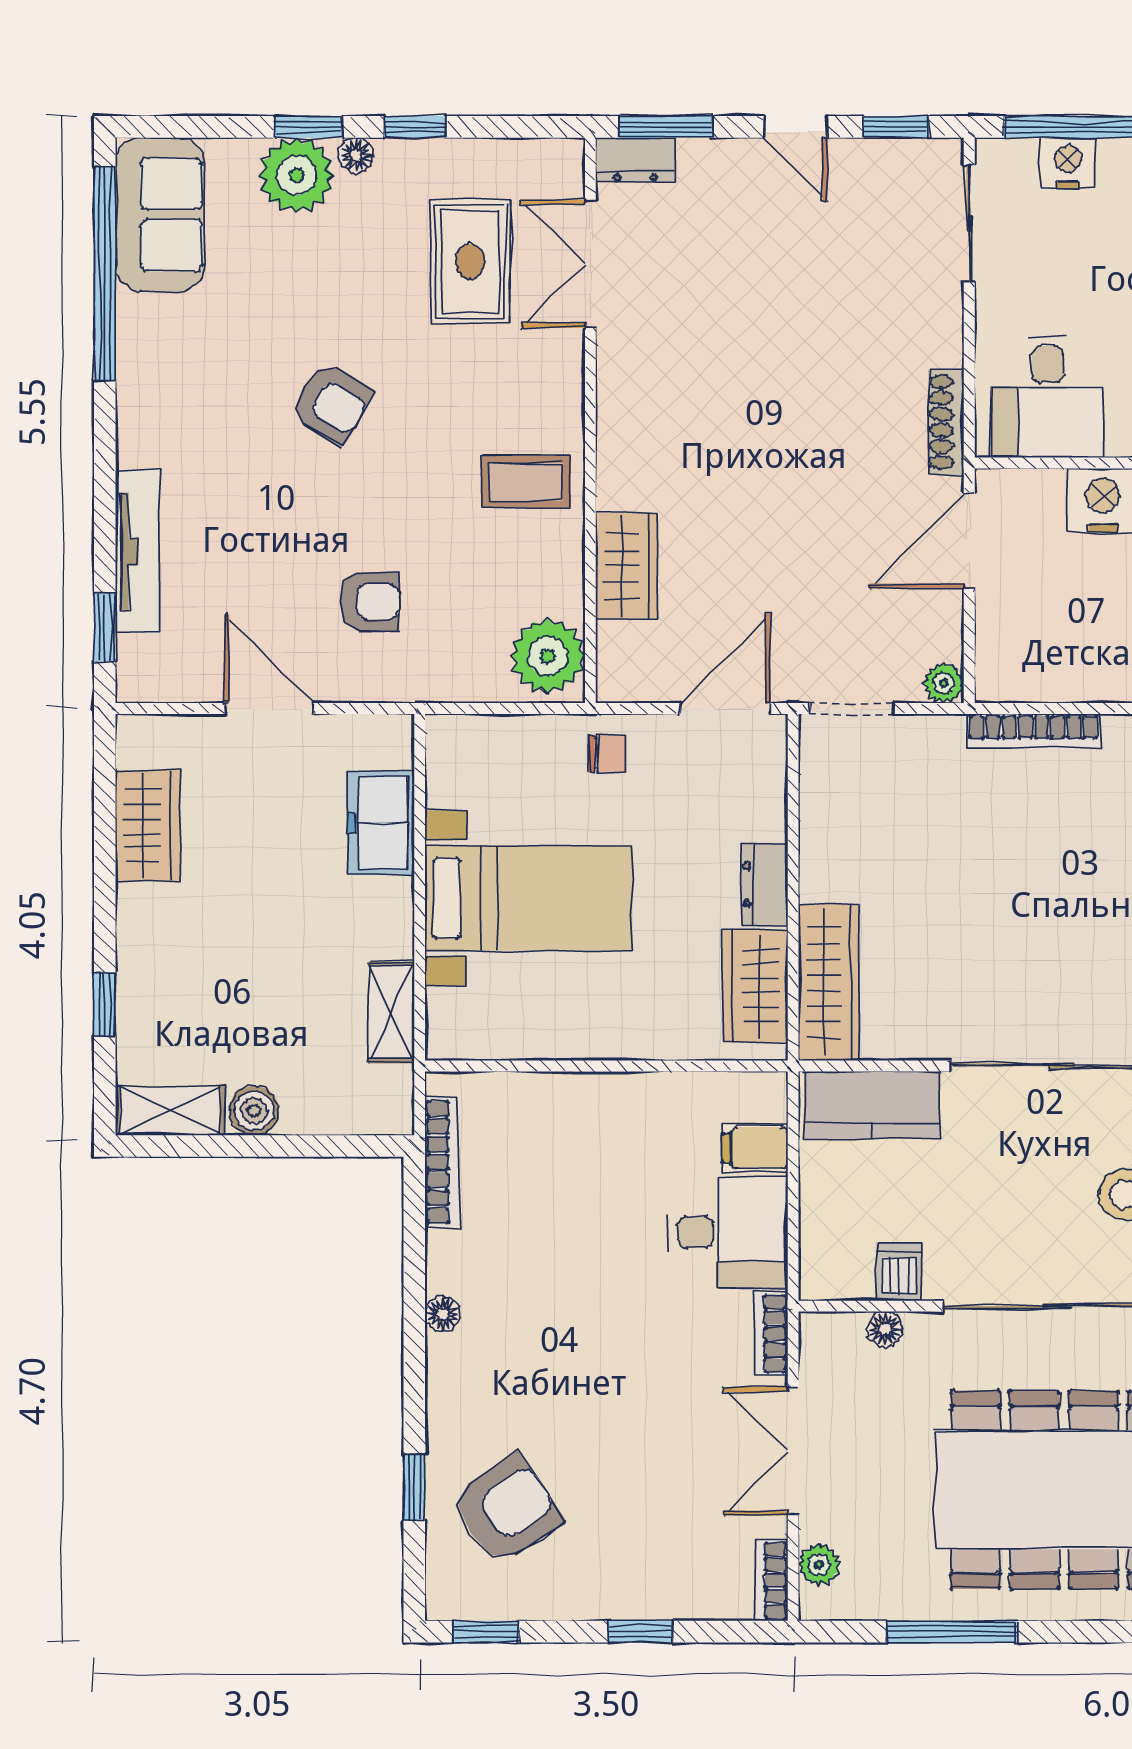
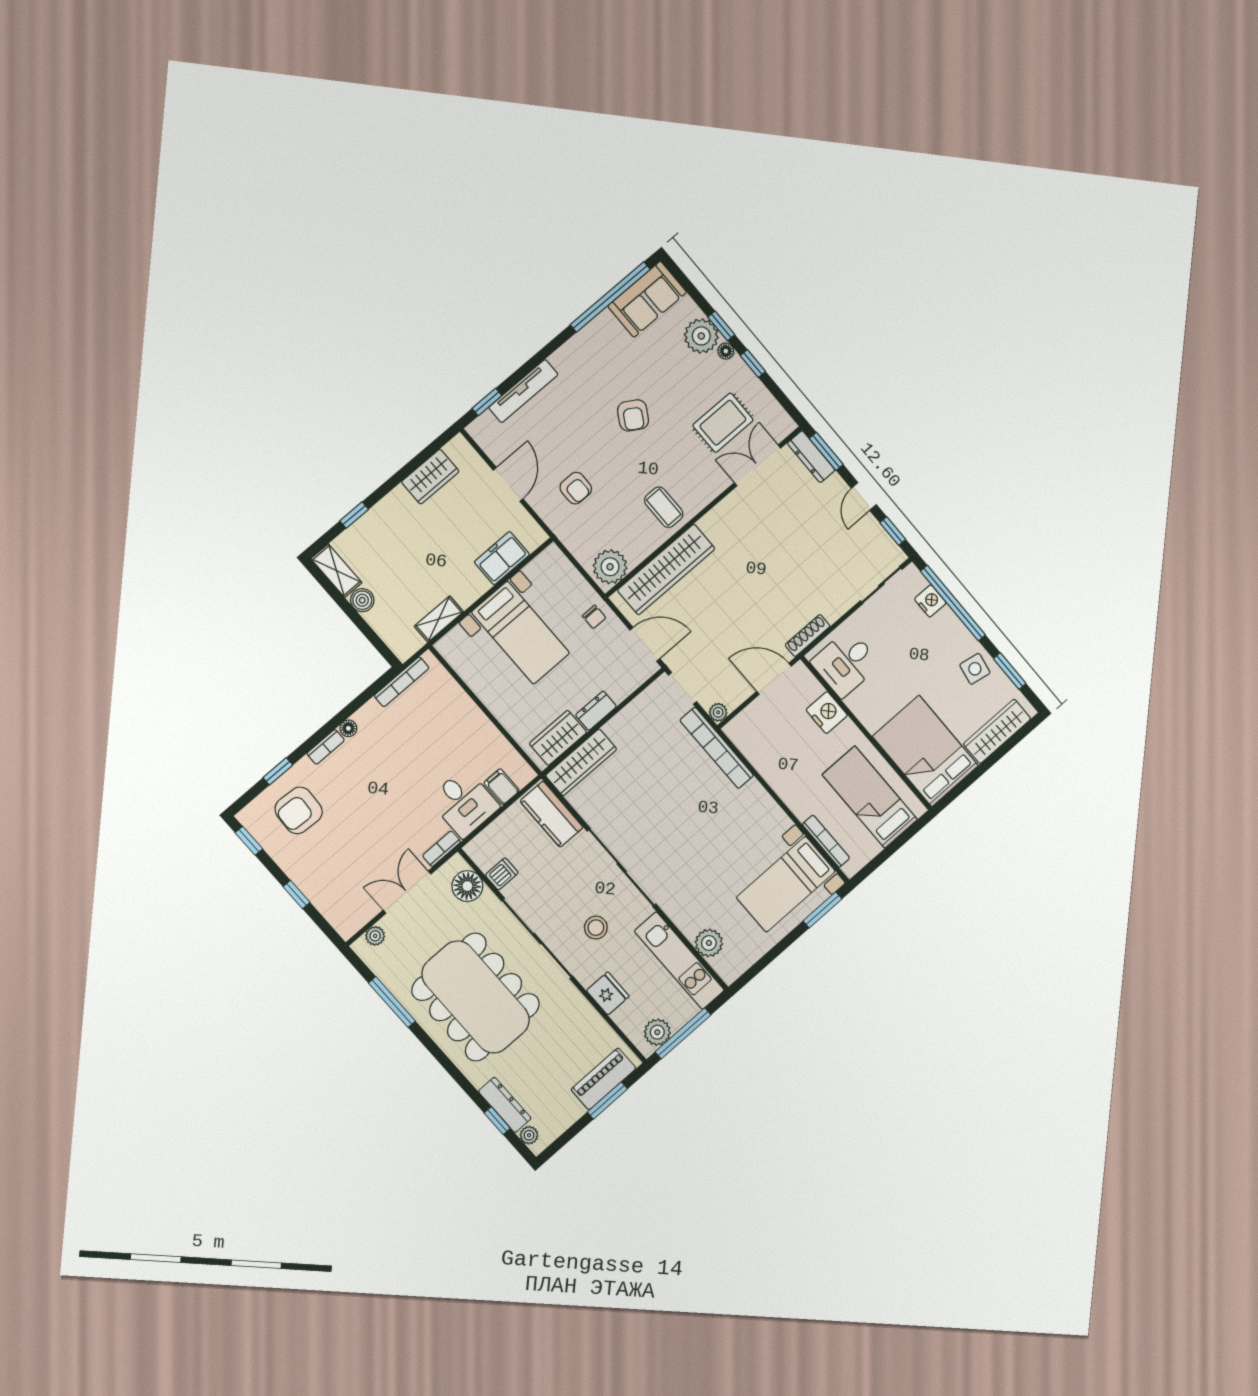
dresser: (636, 160) -> (811, 457), width x1.44
wardrobe: (627, 566) -> (666, 569), width x2.10, depth x1.17
bookcase: (1033, 731) -> (717, 748), width x1.48, depth x1.31
floor lamp: (885, 1329) -> (467, 886), width x1.89, depth x1.89
armchair: (507, 1509) -> (299, 810), turned 127
bookcase: (772, 1580) -> (326, 747), moved, turned 180

